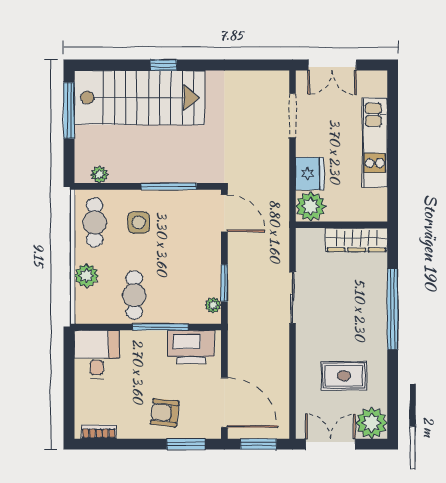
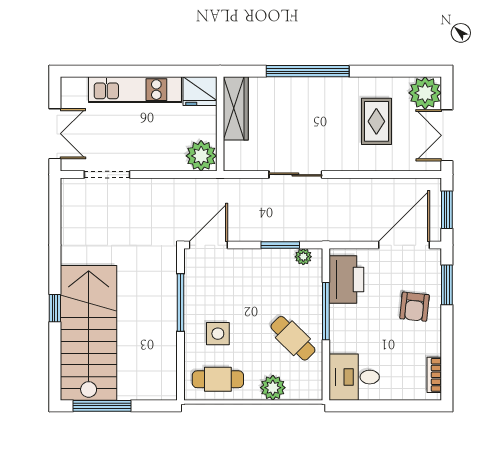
fridge: (310, 174) -> (200, 91), moved, turned 180
plant: (99, 175) -> (168, 374), removed
cafe table: (134, 295) -> (293, 338), turned 45

